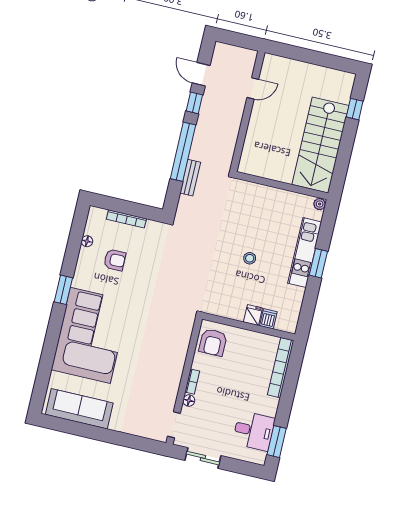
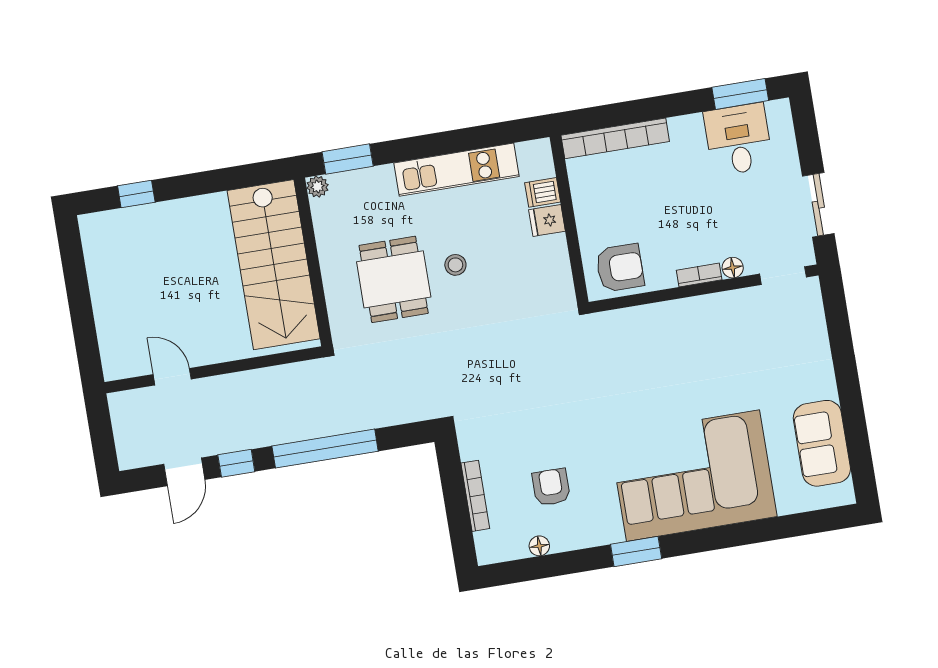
stairs: (320, 145) -> (274, 265), moved, turned 90
bench: (190, 178) -> (363, 419), removed
dining table: (255, 223) -> (394, 279), added
kitchen unit: (305, 253) -> (457, 170), moved
window: (318, 263) -> (348, 159), moved
sofa: (79, 409) -> (822, 443), width x0.73

